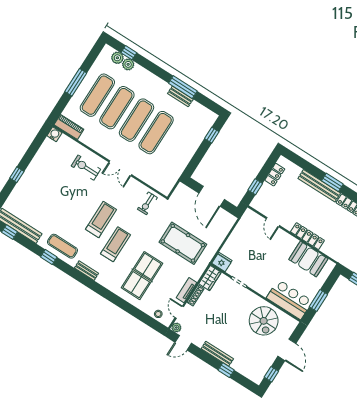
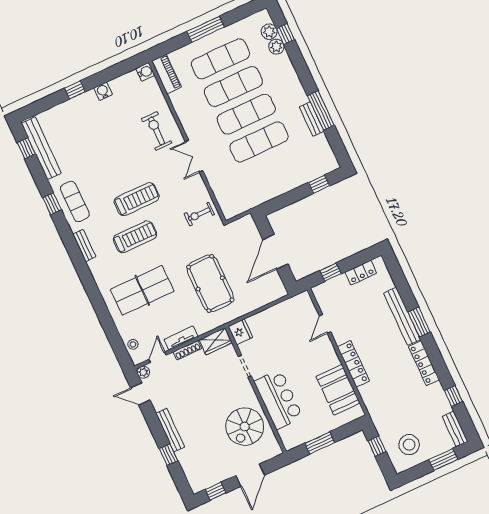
water cooler: (35, 164) -> (103, 91), added
bar counter: (289, 299) -> (278, 399), moved

